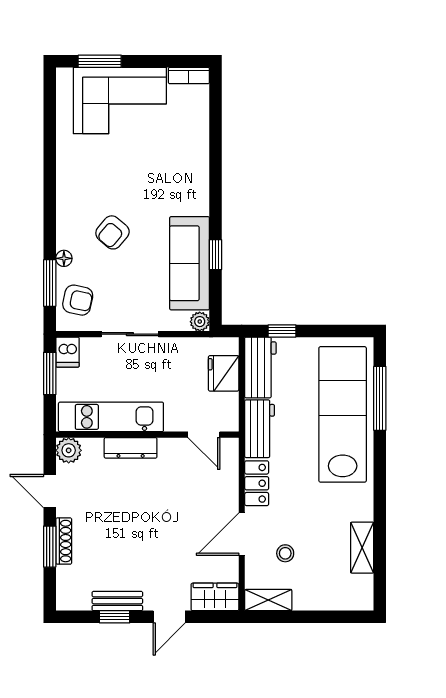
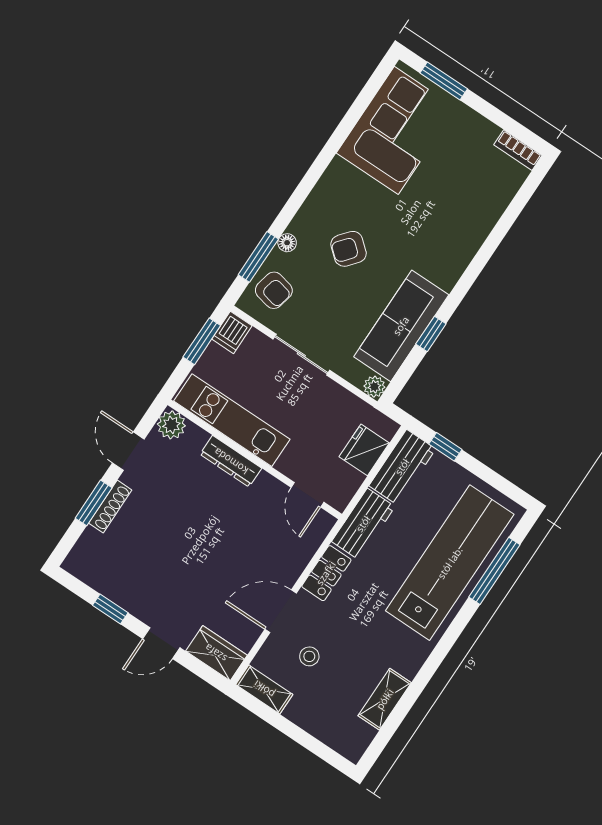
corner sofa: (120, 100) -> (396, 130), moved, turned -90
bench: (117, 601) -> (123, 596), removed

